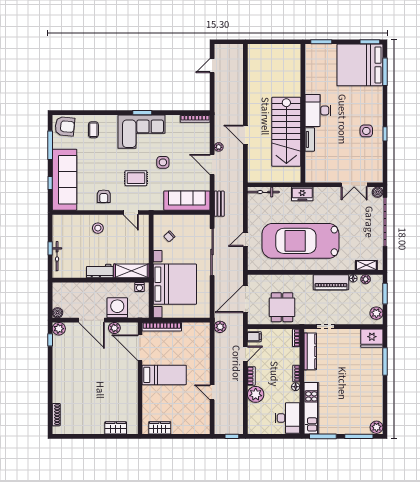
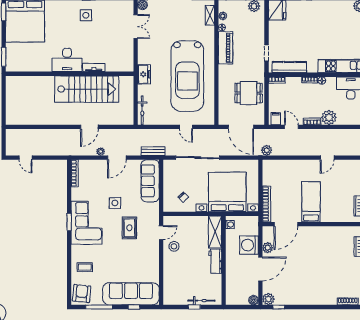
armchair: (104, 196) -> (146, 258), removed
stool: (98, 228) -> (174, 246), moved

